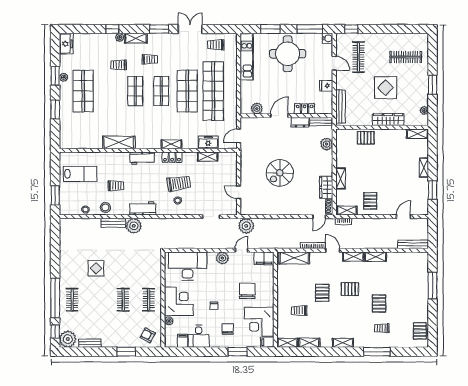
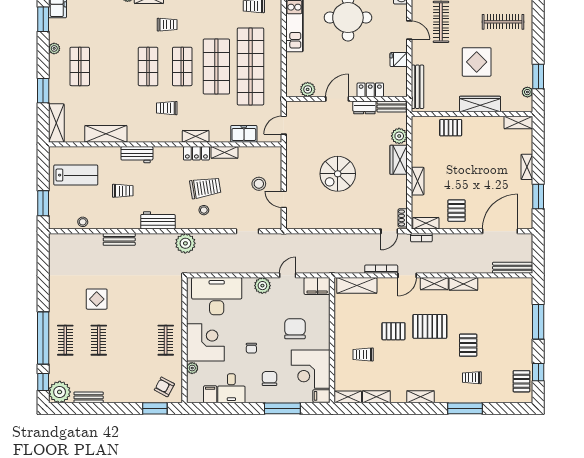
trolley: (119, 65) -> (167, 108), moved
window: (55, 76) -> (43, 19), moved
window: (433, 85) -> (538, 77), moved
shop shelf: (83, 91) -> (80, 66), width x0.70, depth x0.74
shelving: (65, 134) -> (56, 123), added
shelving: (119, 142) -> (106, 134), moved
shelving: (208, 157) -> (224, 152), moved
workbench: (142, 158) -> (137, 155), moved
wardrobe: (326, 187) -> (399, 160), moved
stool: (105, 207) -> (259, 184), moved
door: (403, 217) -> (500, 231), width x1.87
plant: (134, 226) -> (185, 243), moved
plant: (246, 226) -> (294, 243), removed
door: (333, 250) -> (407, 275), swing flipped
pallet: (350, 289) -> (430, 326), width x1.50, depth x1.42
pallet: (322, 293) -> (393, 331), turned 90
clothes rail: (123, 300) -> (99, 340), moved
window: (433, 324) -> (538, 372), added
window: (126, 352) -> (155, 408), moved
window: (238, 352) -> (282, 408), width x1.44

